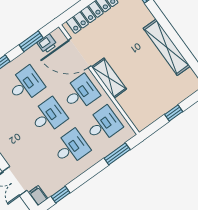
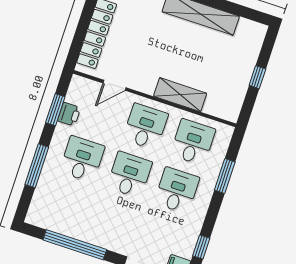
printer: (47, 44) -> (69, 114), moved
door: (80, 53) -> (115, 85), width x0.53
shelving: (109, 78) -> (180, 95), moved
window: (117, 154) -> (225, 176), moved

